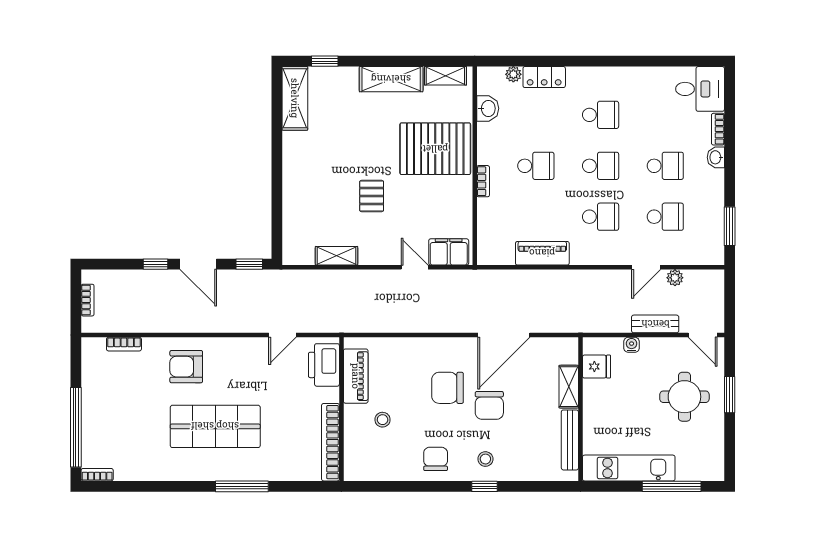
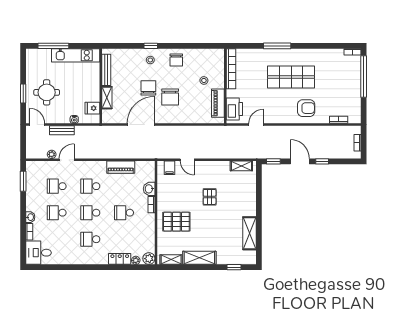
plant: (488, 78) -> (149, 259), added
shelving: (295, 98) -> (250, 233), moved
washbasin: (488, 108) -> (149, 189), moved
pallet: (435, 149) -> (176, 222), width x0.73, depth x0.71
filing cabinet: (449, 252) -> (169, 168), width x0.50
shelving: (337, 256) -> (241, 166), moved
chair: (447, 388) -> (170, 97), turned 90

